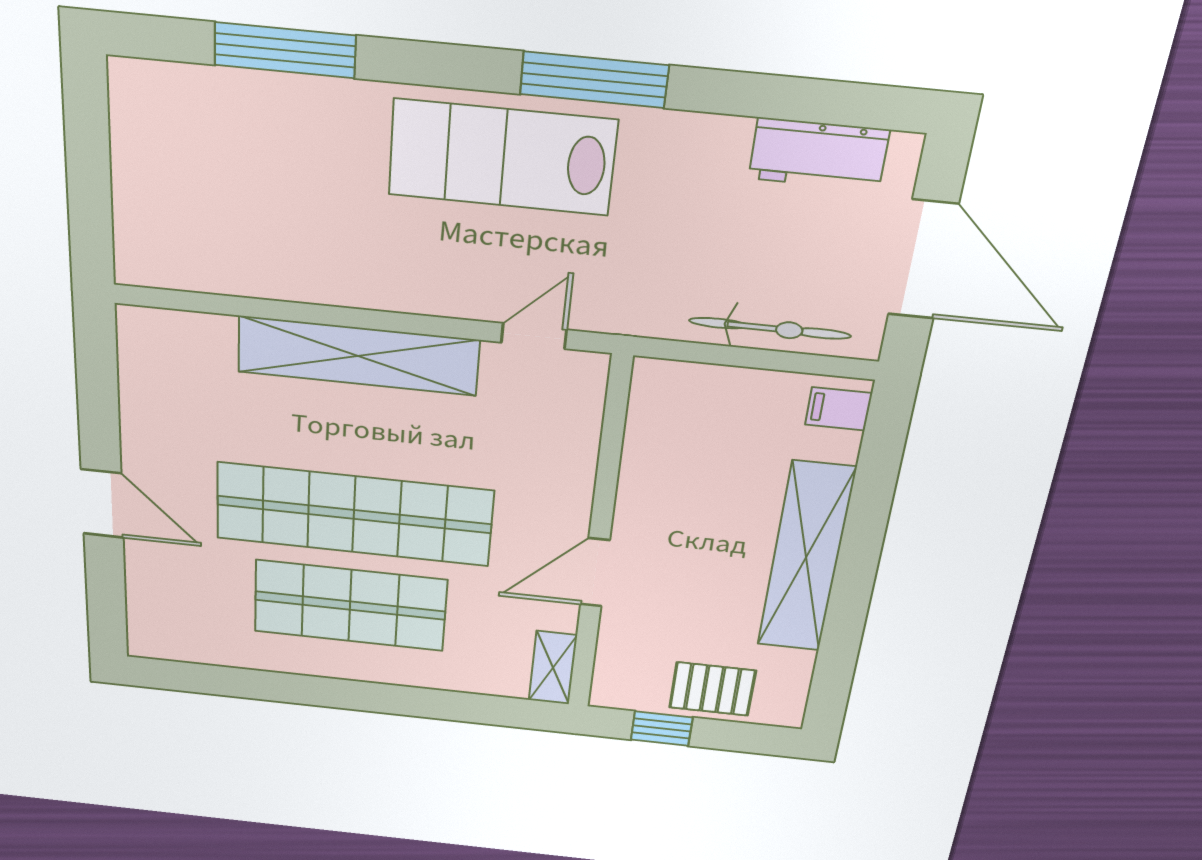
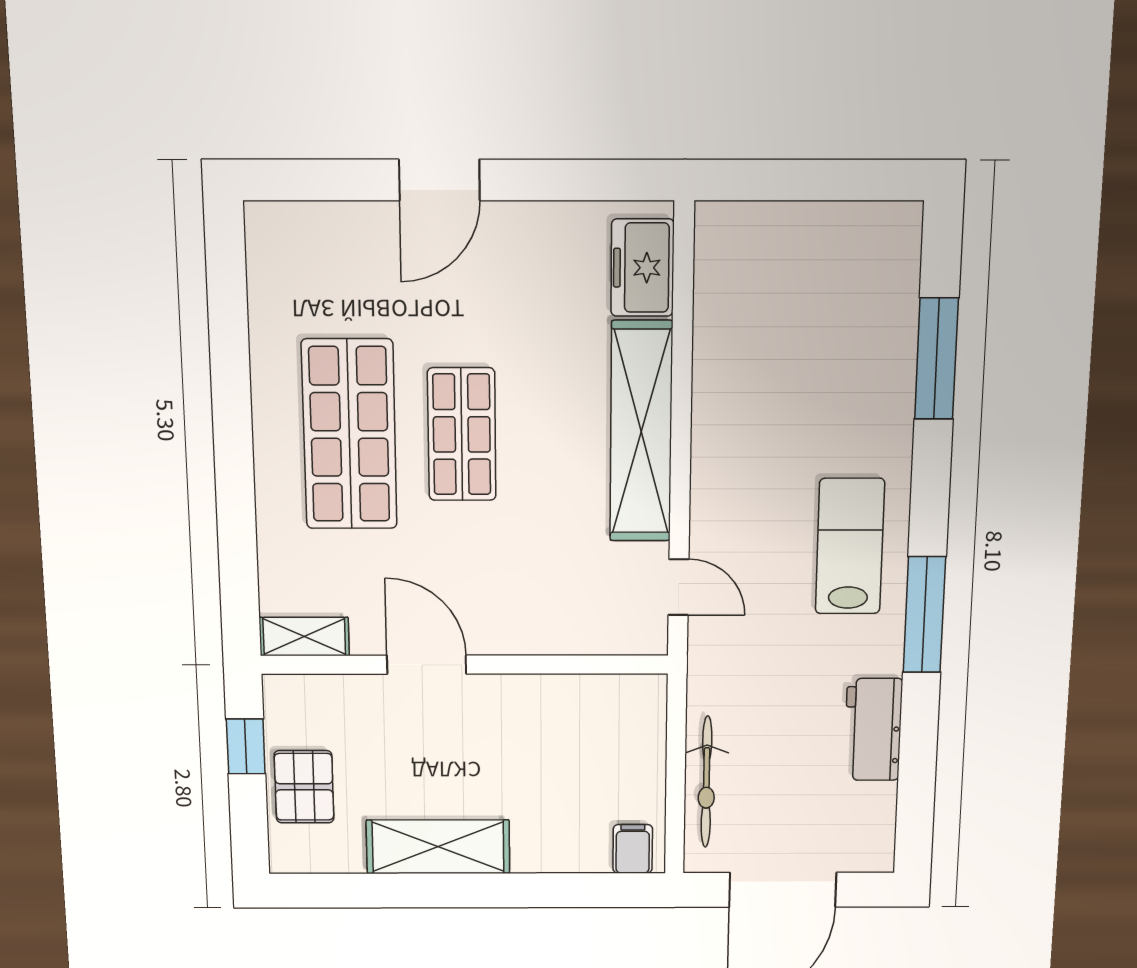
workbench: (819, 154) -> (873, 730), moved
lab bench: (502, 157) -> (850, 546), width x0.73, depth x0.72
freezer: (184, 338) -> (642, 268), added
shop shelf: (354, 514) -> (462, 434), width x0.50, depth x0.74
shelving: (806, 558) -> (438, 847), width x0.68

